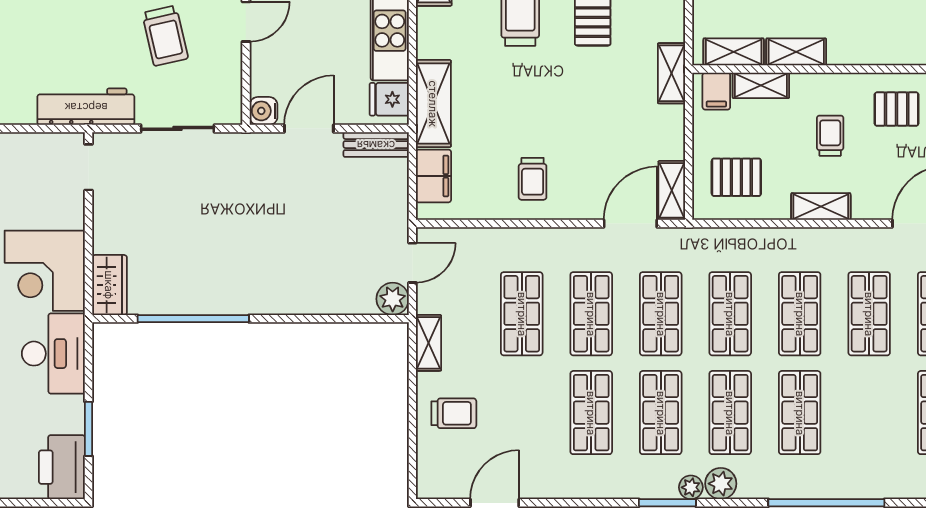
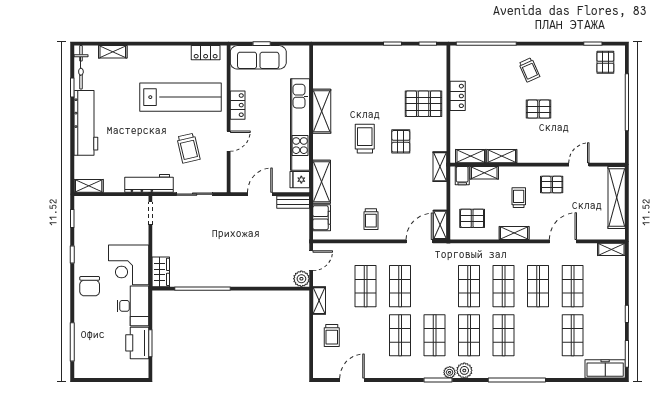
water cooler: (264, 111) -> (237, 185), removed
shop shelf: (661, 314) -> (435, 286), removed
trolley: (454, 413) -> (332, 336), turned 90
printer: (62, 467) -> (137, 343), moved

